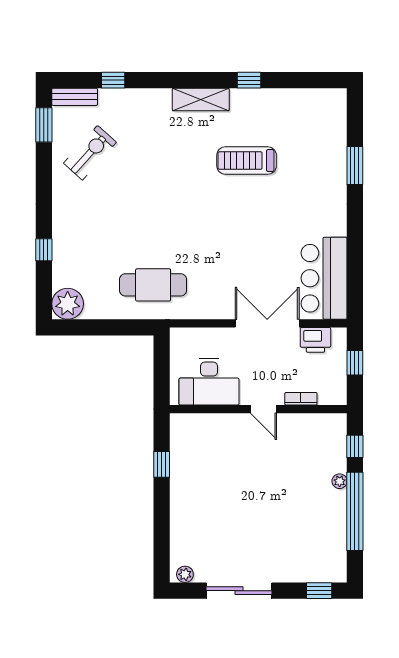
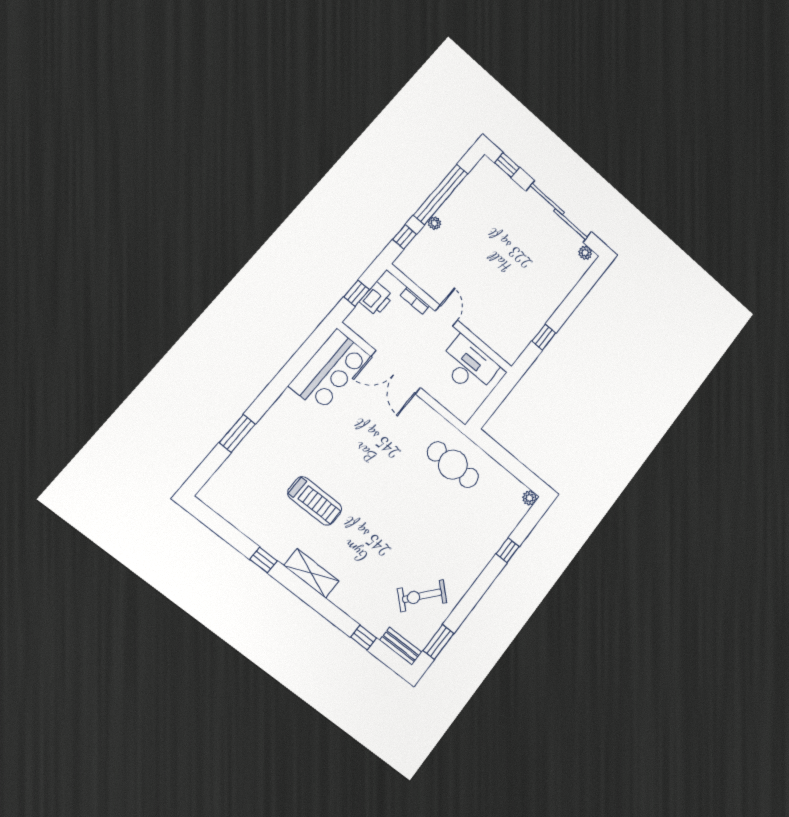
plant: (68, 304) -> (530, 498), width x0.53, depth x0.53
printer: (315, 340) -> (376, 299), moved, turned 90
sliding door: (239, 591) -> (559, 212), width x1.36

